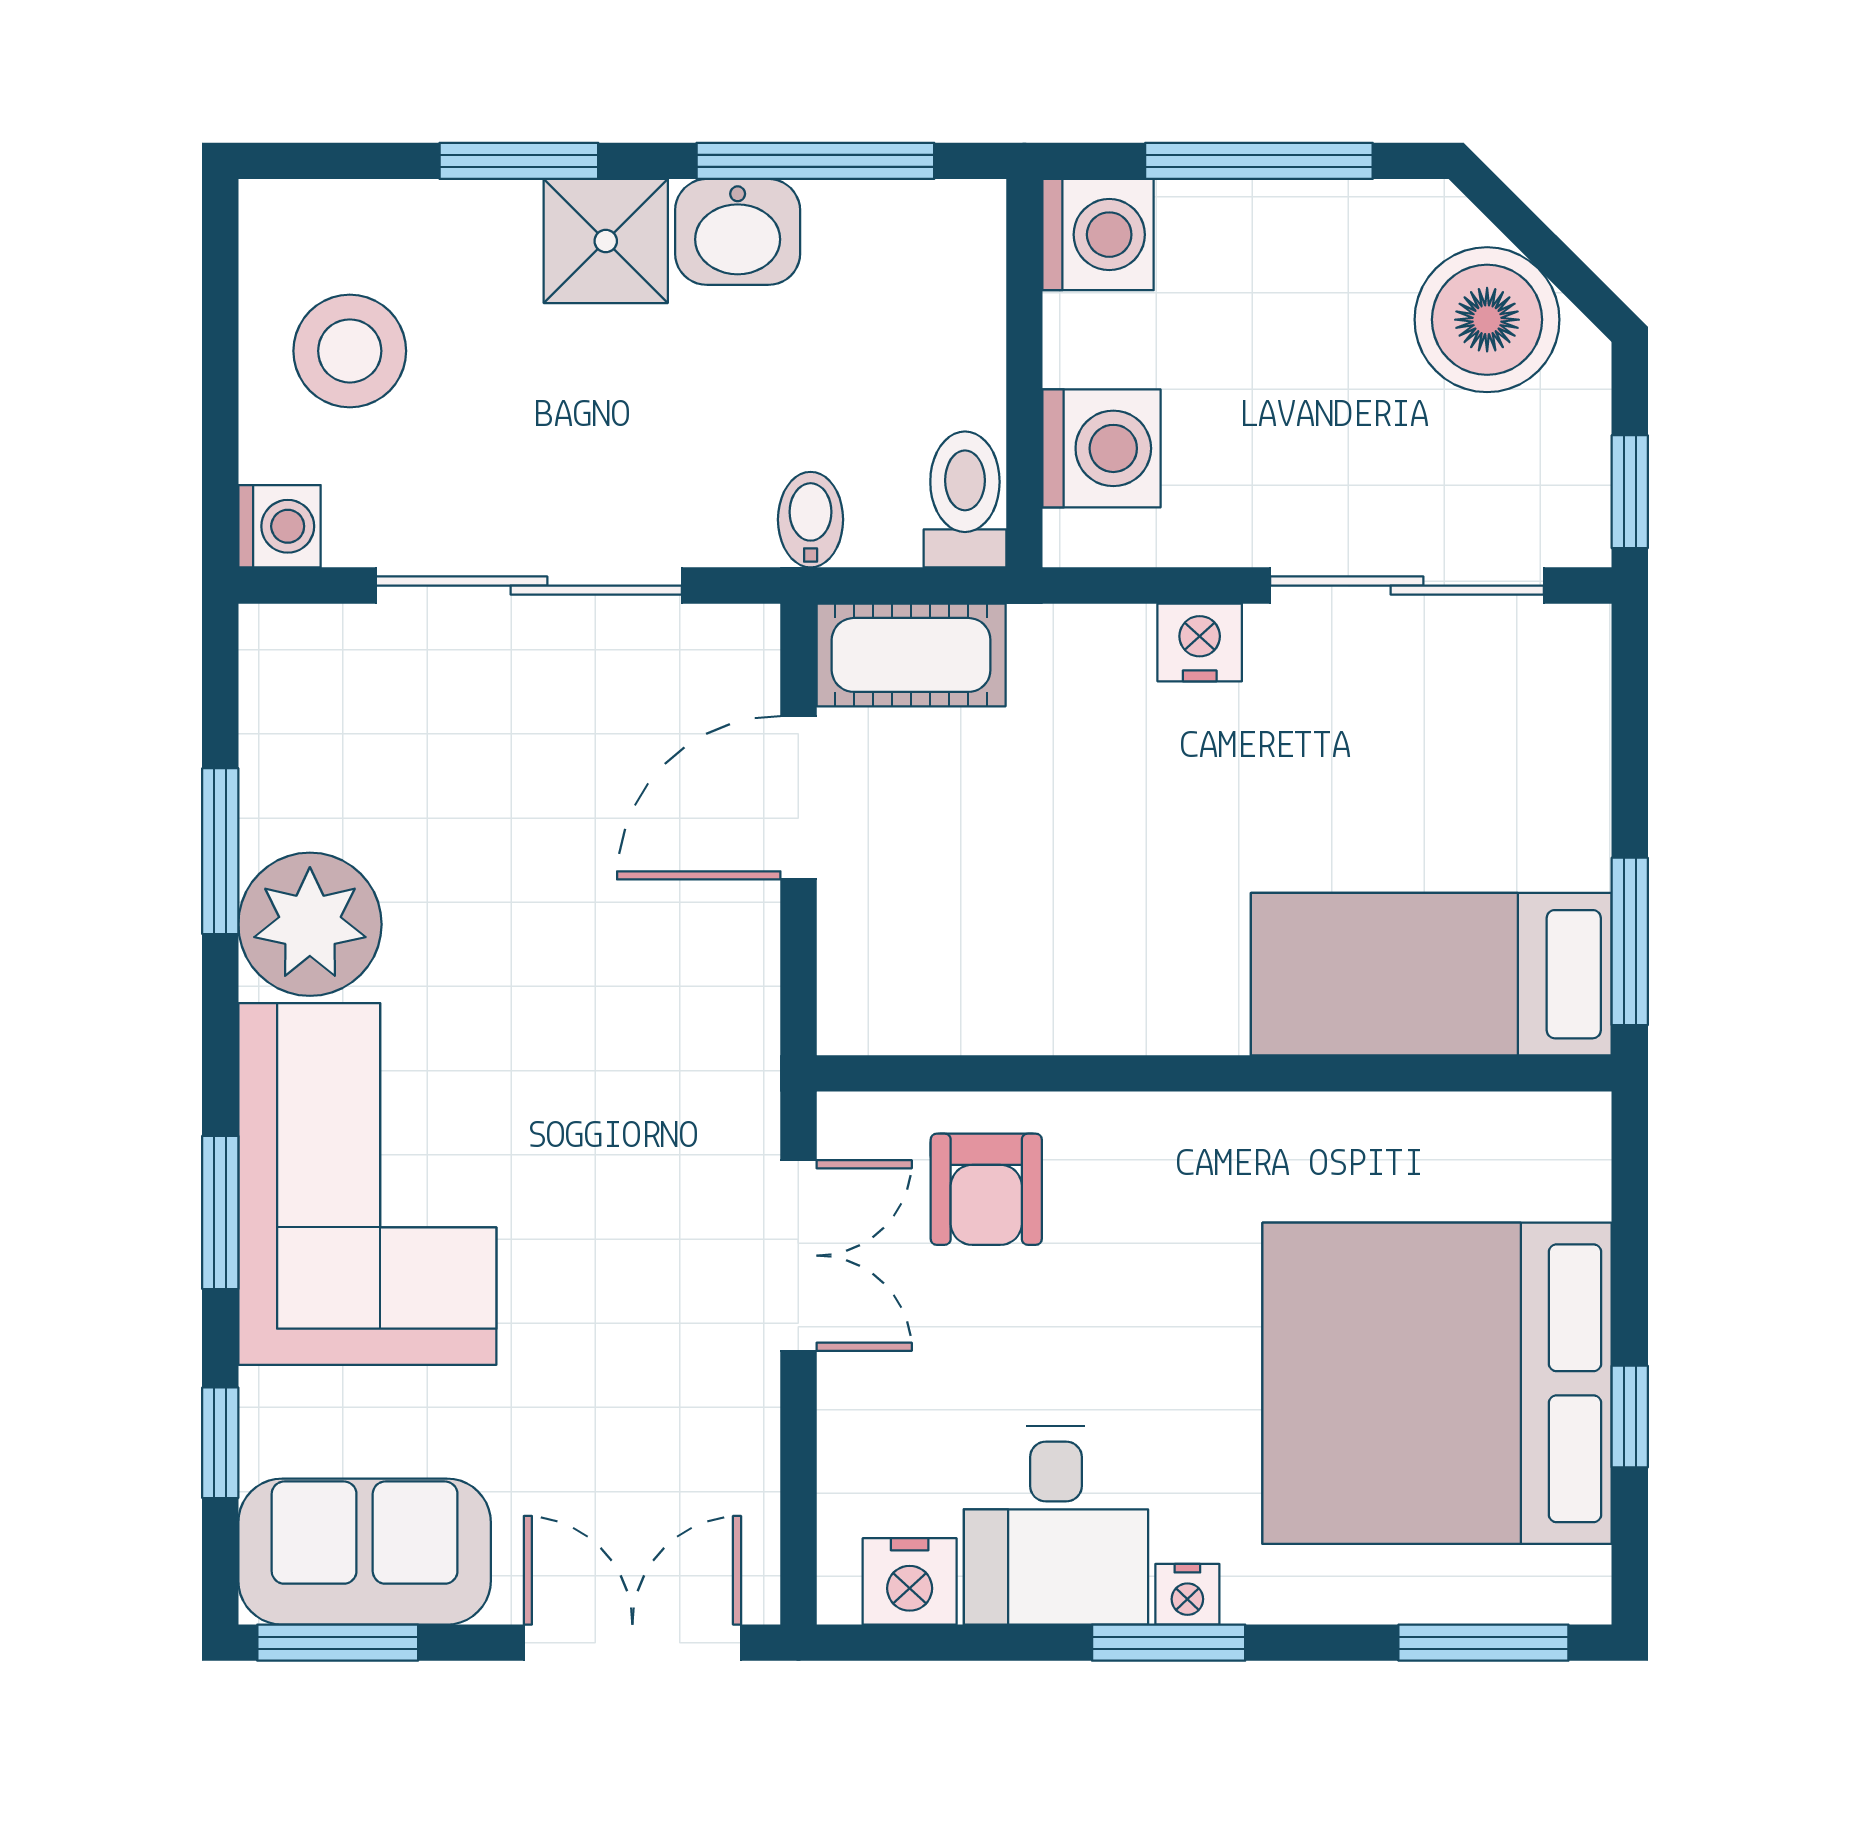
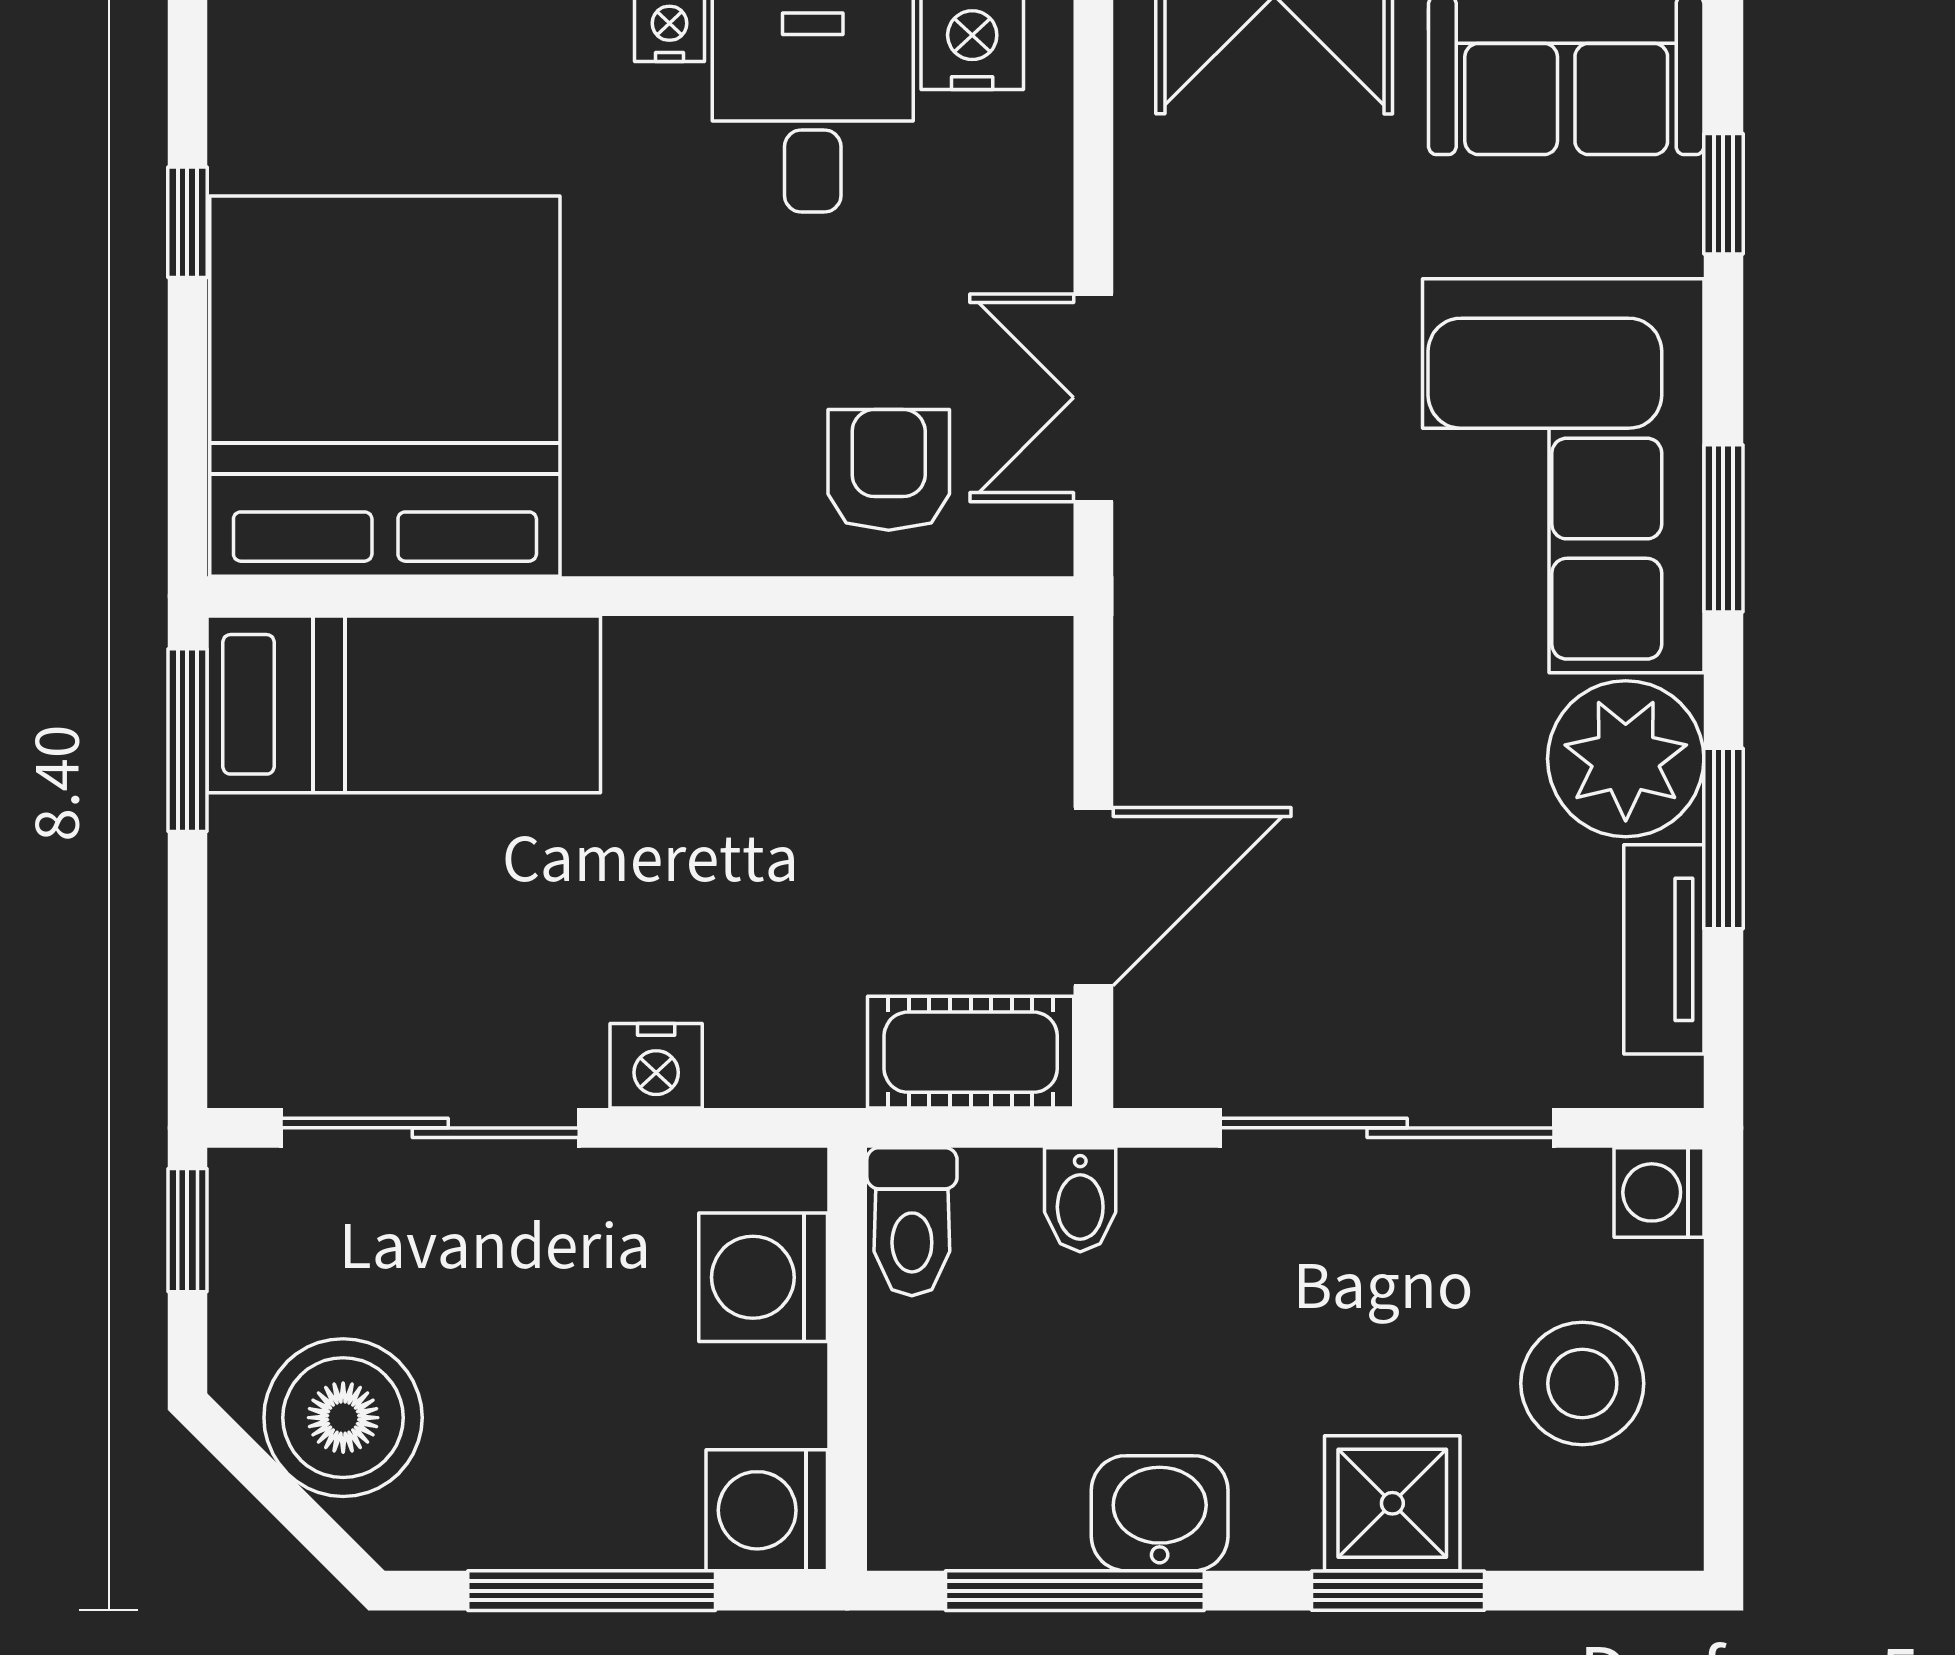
shower: (606, 241) -> (1392, 1503), moved
tv unit: (275, 749) -> (1664, 949), added
window: (220, 1212) -> (1723, 528), moved
bed: (1437, 1383) -> (385, 386), moved, turned -90

